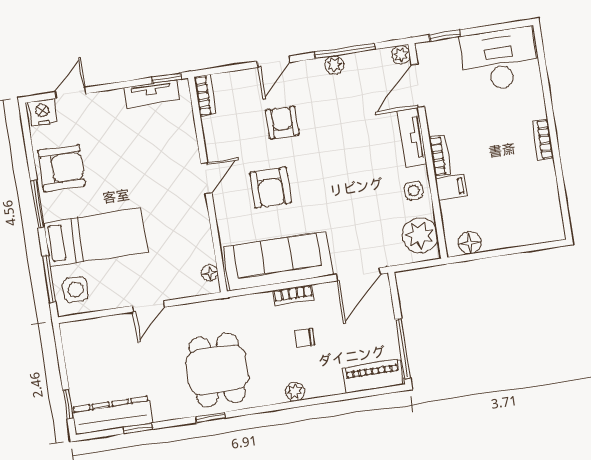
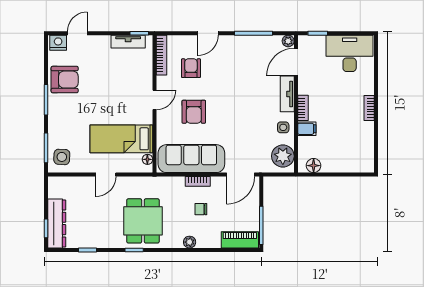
plant: (334, 65) -> (246, 41), removed
bookcase: (205, 96) -> (162, 55), width x1.56
armchair: (282, 123) -> (191, 68), moved
bed: (96, 237) -> (121, 139), moved, turned 180
dresser: (112, 415) -> (57, 223), moved, turned 90

